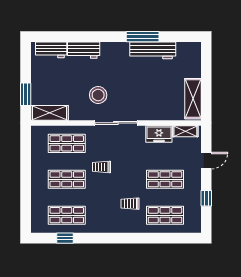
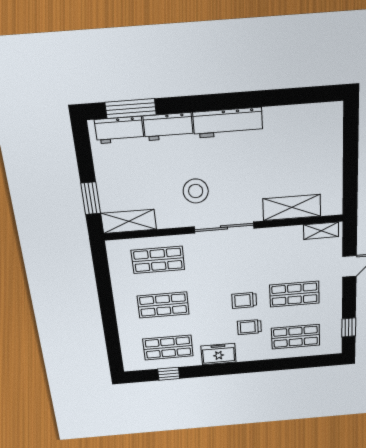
window: (143, 37) -> (131, 109), moved
workbench: (153, 50) -> (228, 123), moved
shelving: (193, 99) -> (292, 207), moved, turned 90
freezer: (159, 134) -> (219, 354), moved, turned 180
trolley: (102, 167) -> (244, 300), moved
window: (206, 198) -> (349, 327), moved

